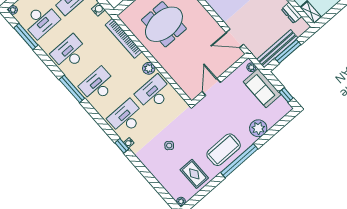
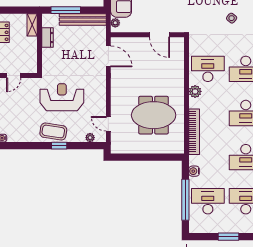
window: (288, 52) -> (66, 10), moved
door: (211, 87) -> (160, 35), hinge flipped
desk: (154, 93) -> (208, 69), turned 180

